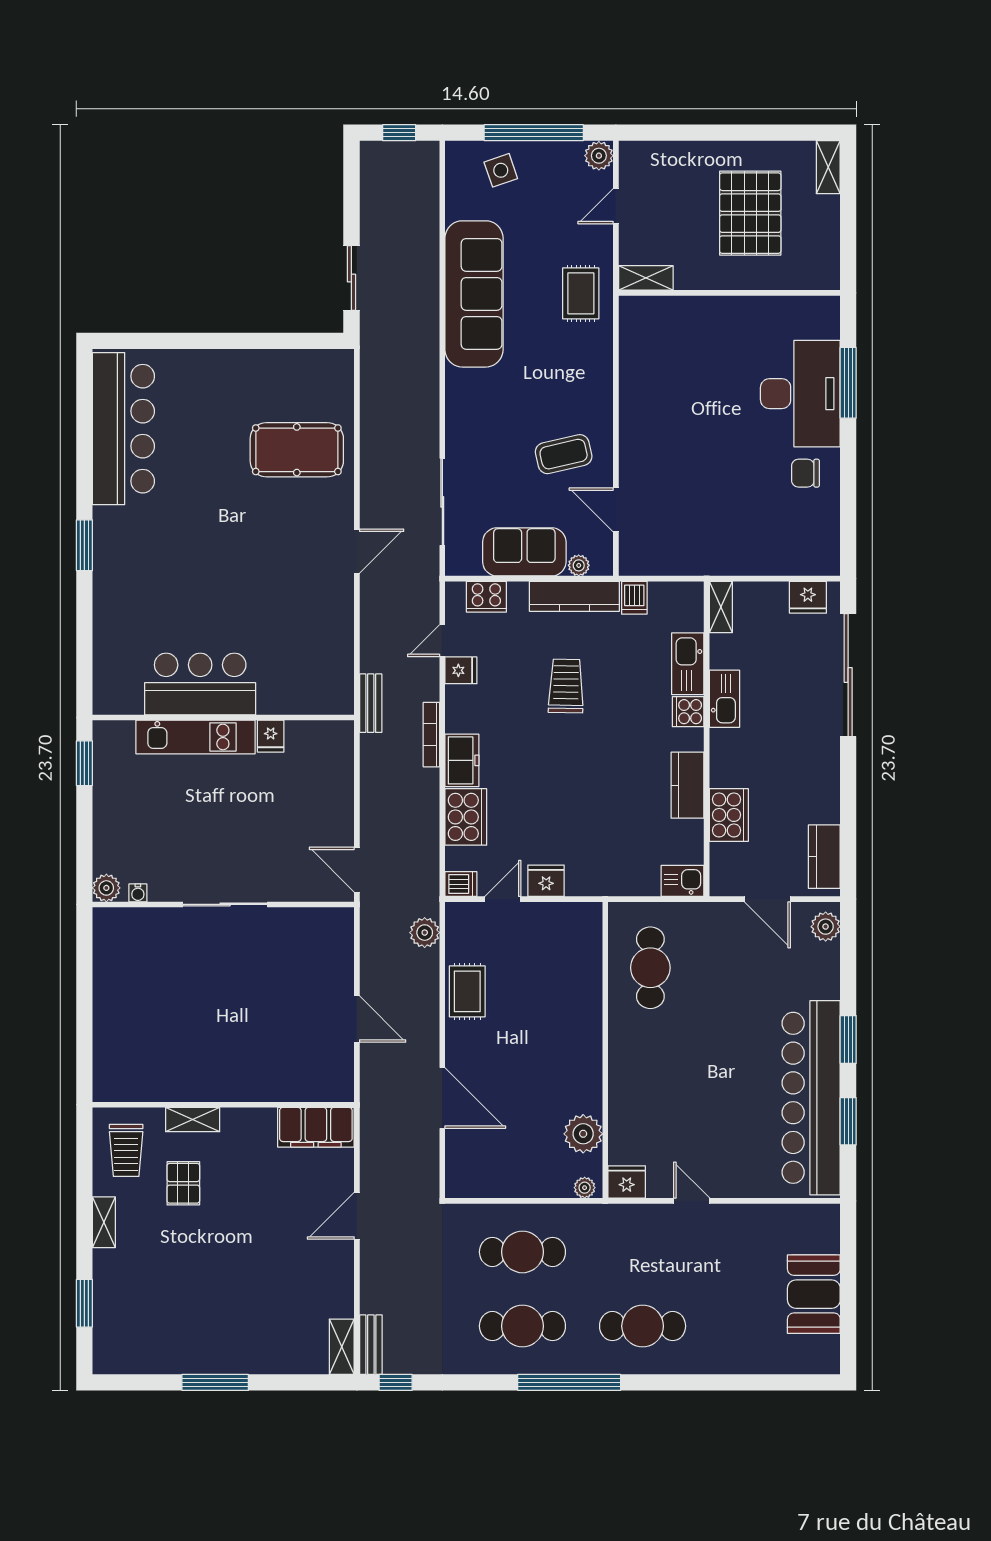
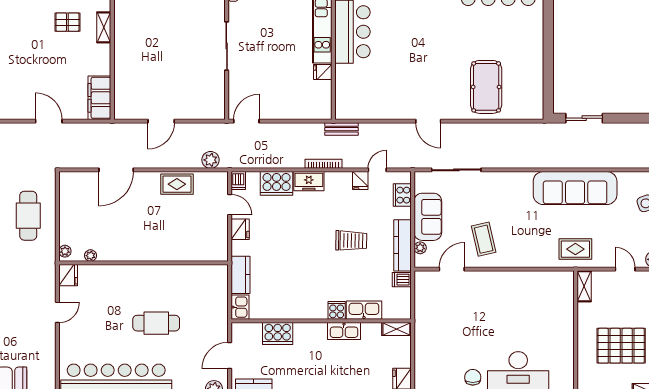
door: (442, 641) -> (377, 170), hinge flipped
kitchen counter: (688, 785) -> (241, 275), moved, turned 90
cafe table: (650, 968) -> (156, 323), moved
plant: (583, 1134) -> (91, 256), width x0.53, depth x0.53

